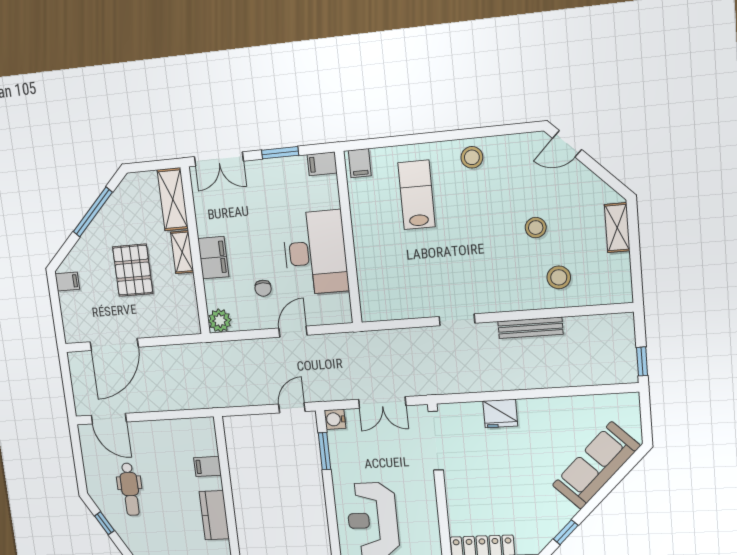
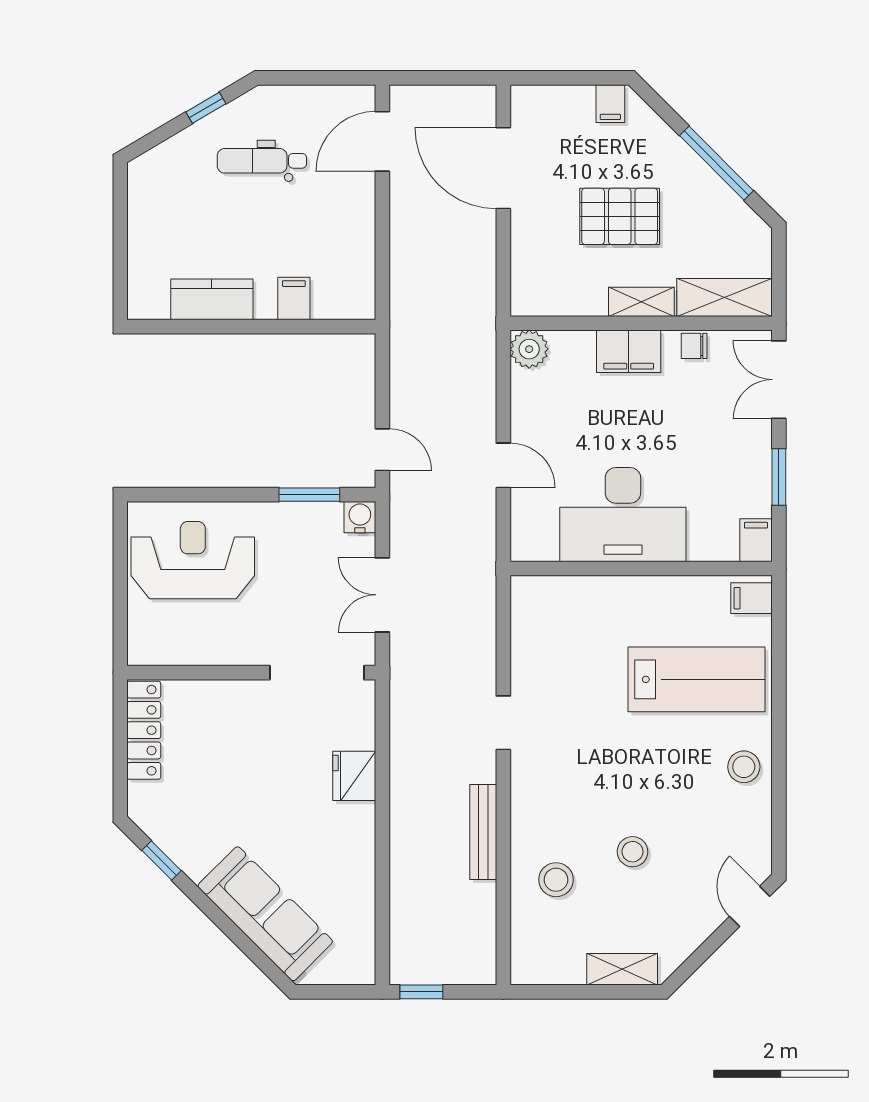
lab bench: (417, 195) -> (696, 679), width x1.36, depth x1.39
chair: (263, 288) -> (694, 346), moved

